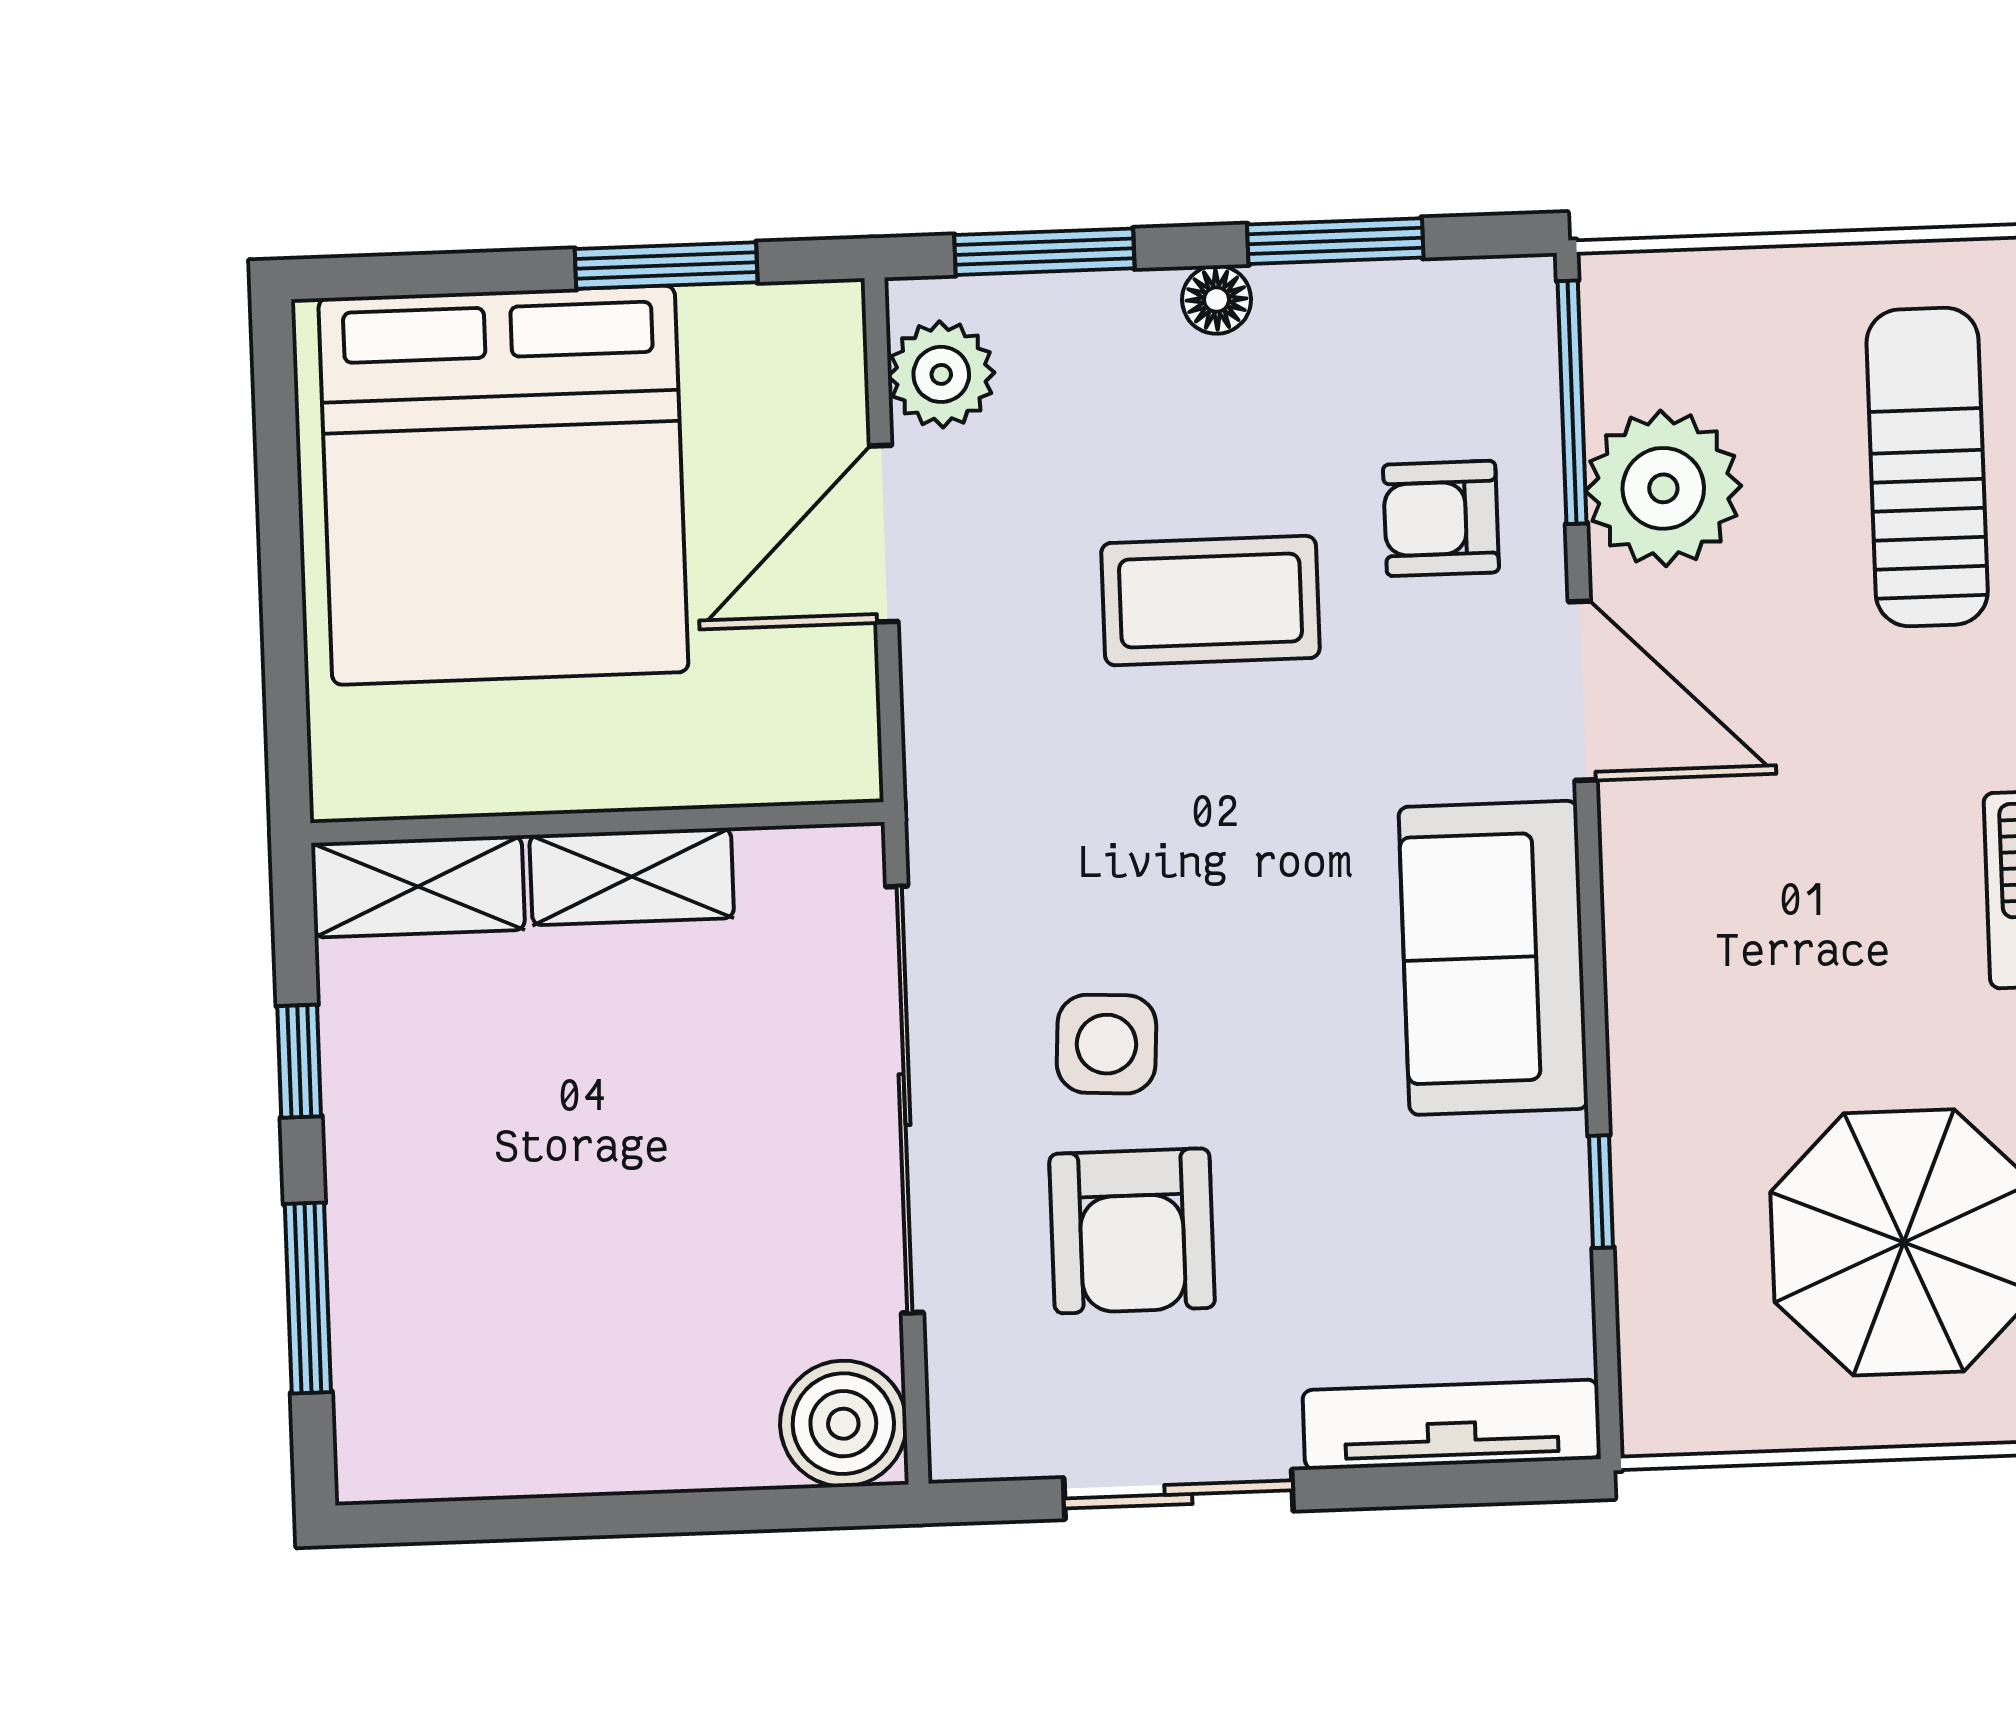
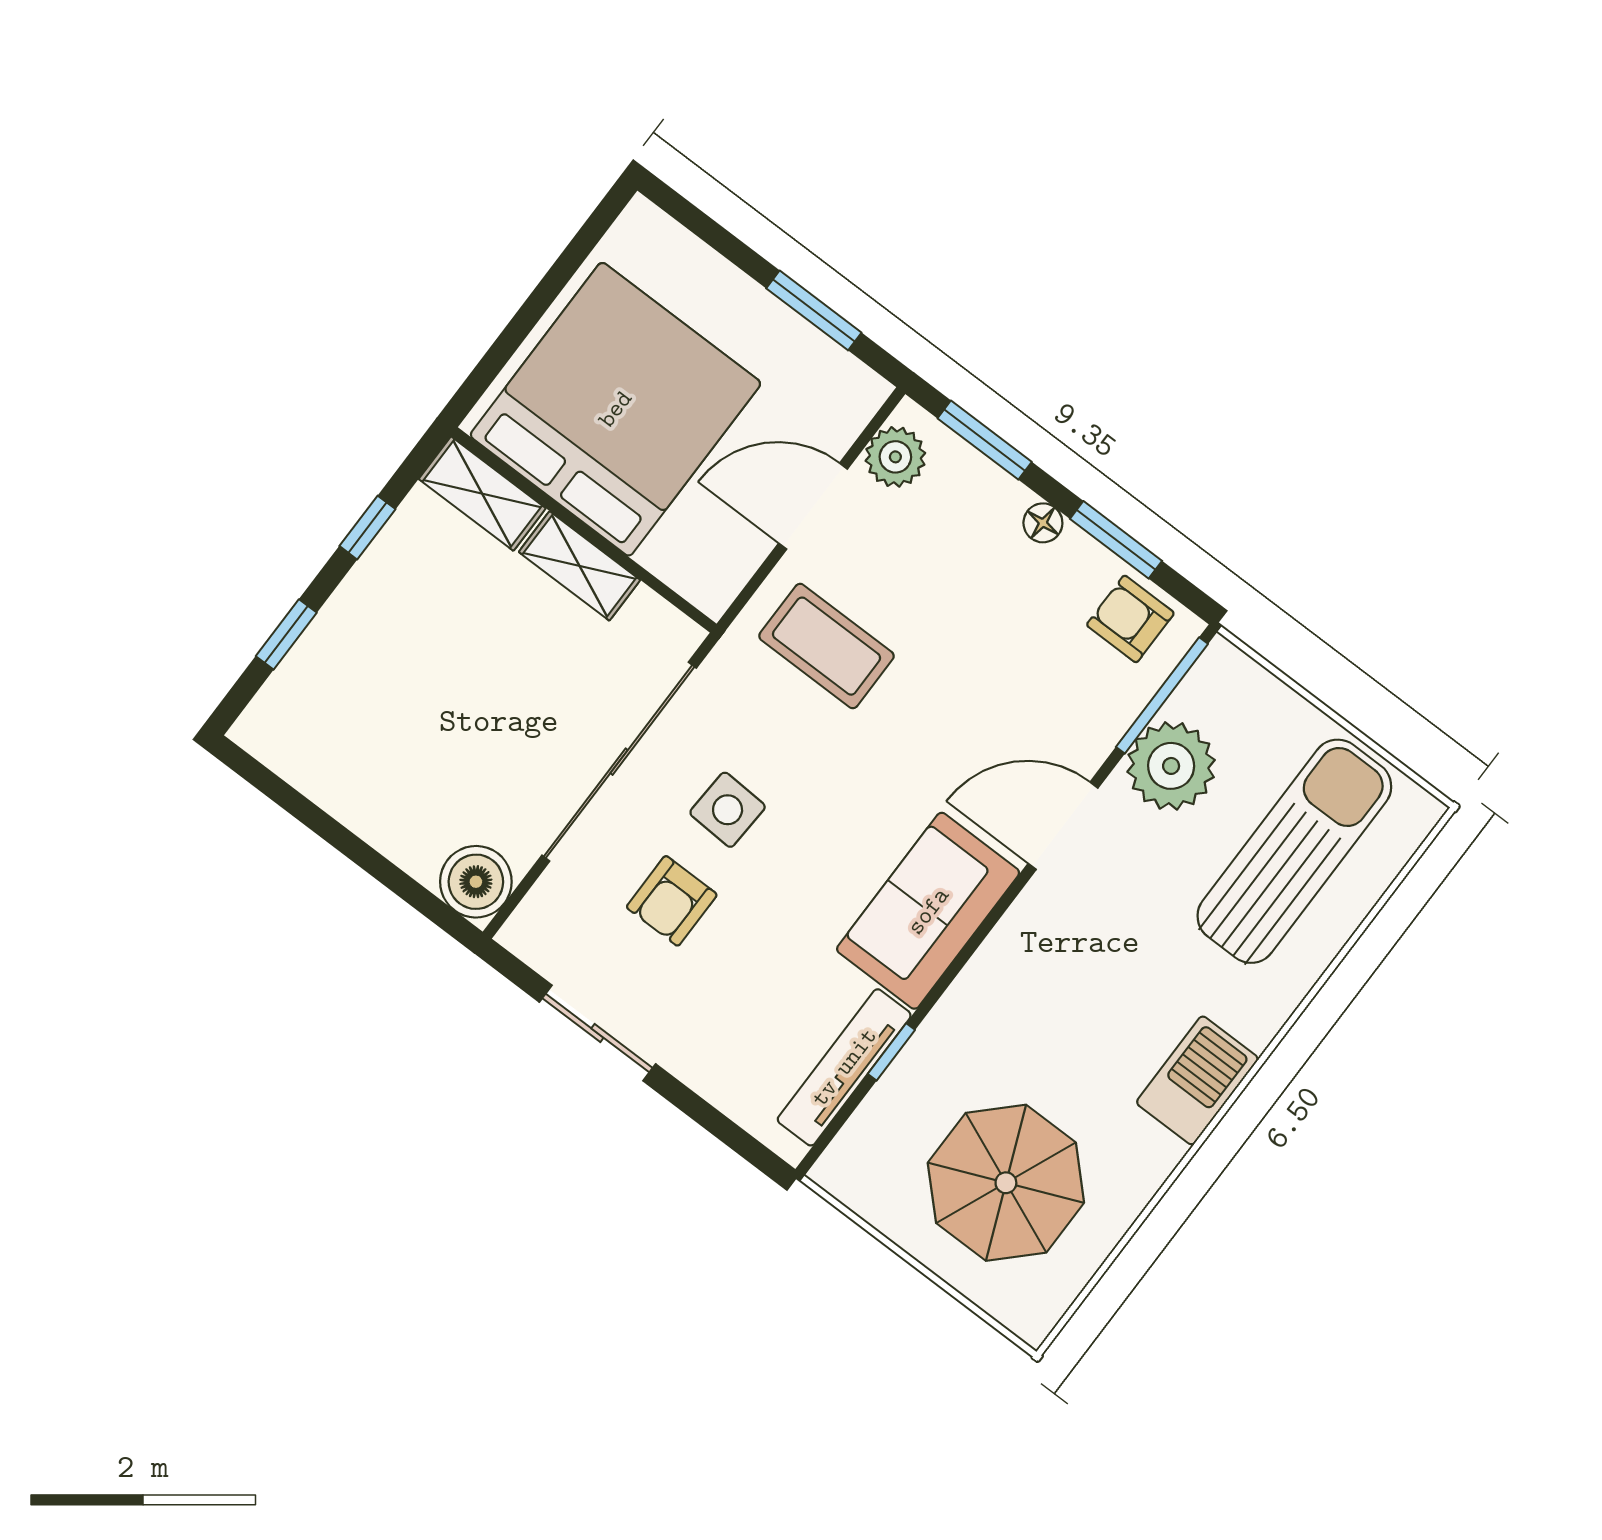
sun lounger: (1927, 467) -> (1294, 851), width x1.36, depth x1.34
bed: (503, 485) -> (615, 409), moved, turned 180
armchair: (1441, 518) -> (1130, 619), moved
coffee table: (1210, 601) -> (826, 646), moved
door: (1583, 691) -> (1063, 826), swing flipped
armchair: (1132, 1231) -> (672, 901), width x0.72, depth x0.72
window: (308, 1298) -> (286, 634), width x0.67
tv unit: (1451, 1425) -> (844, 1067), moved, turned -90

